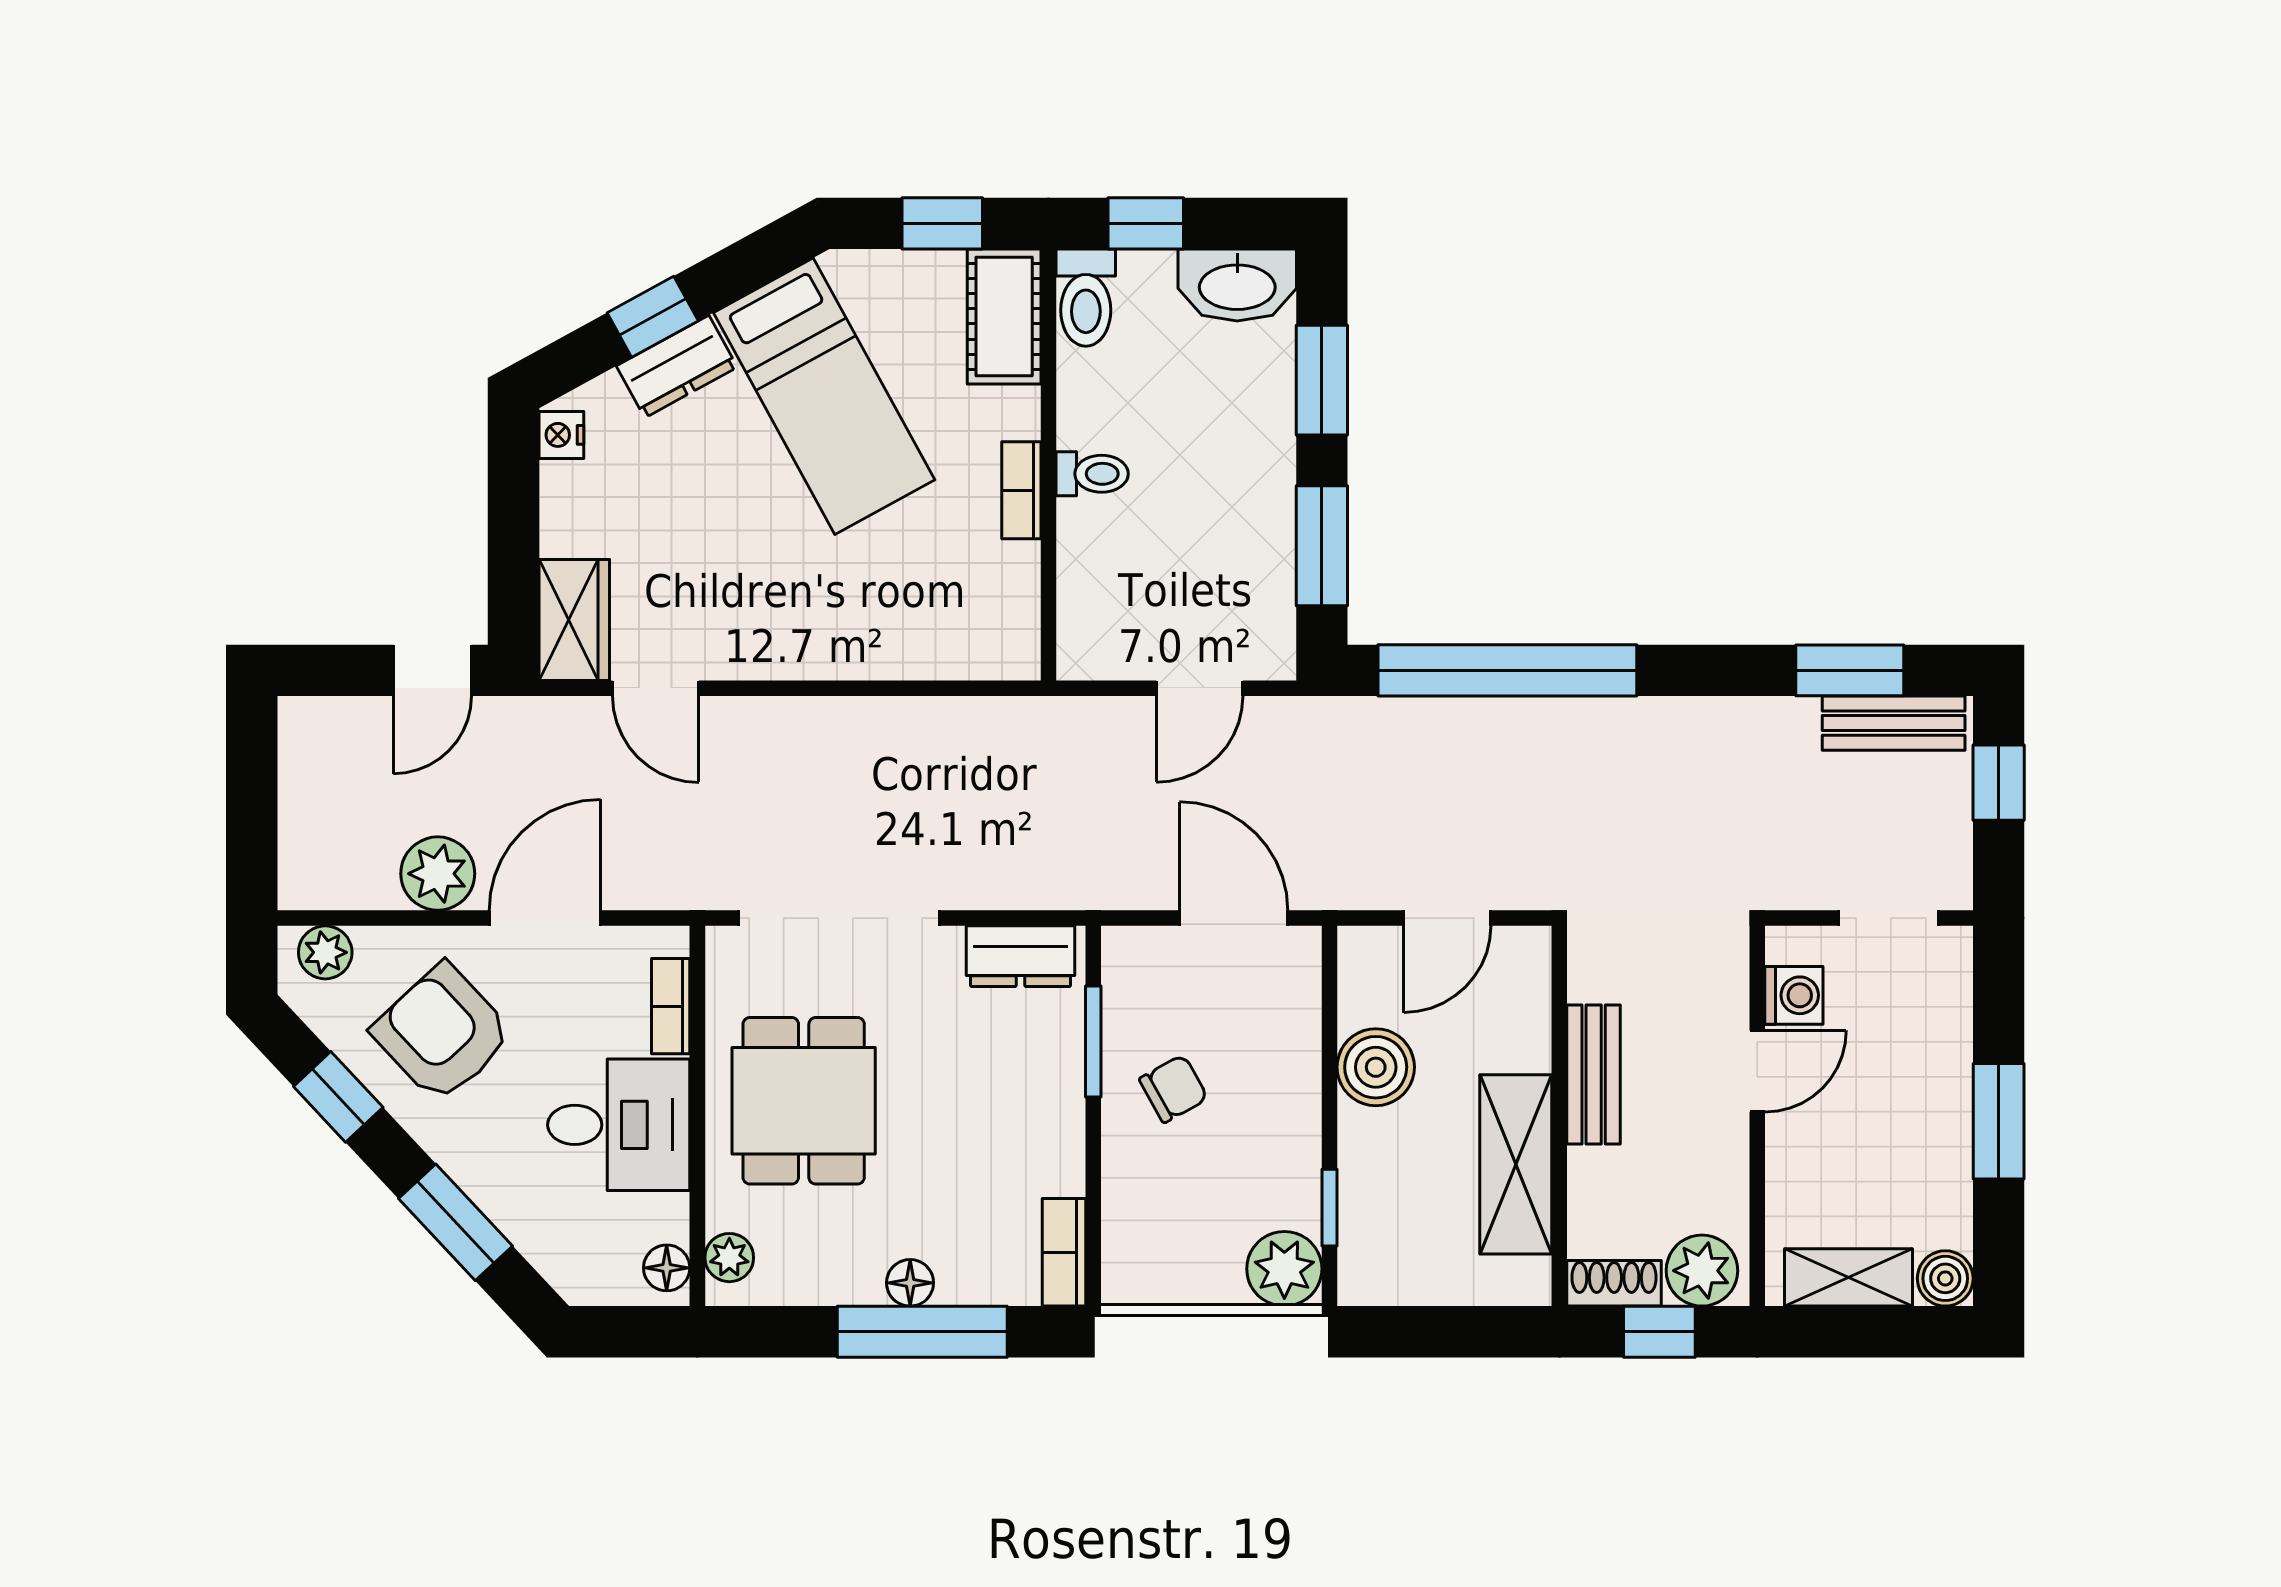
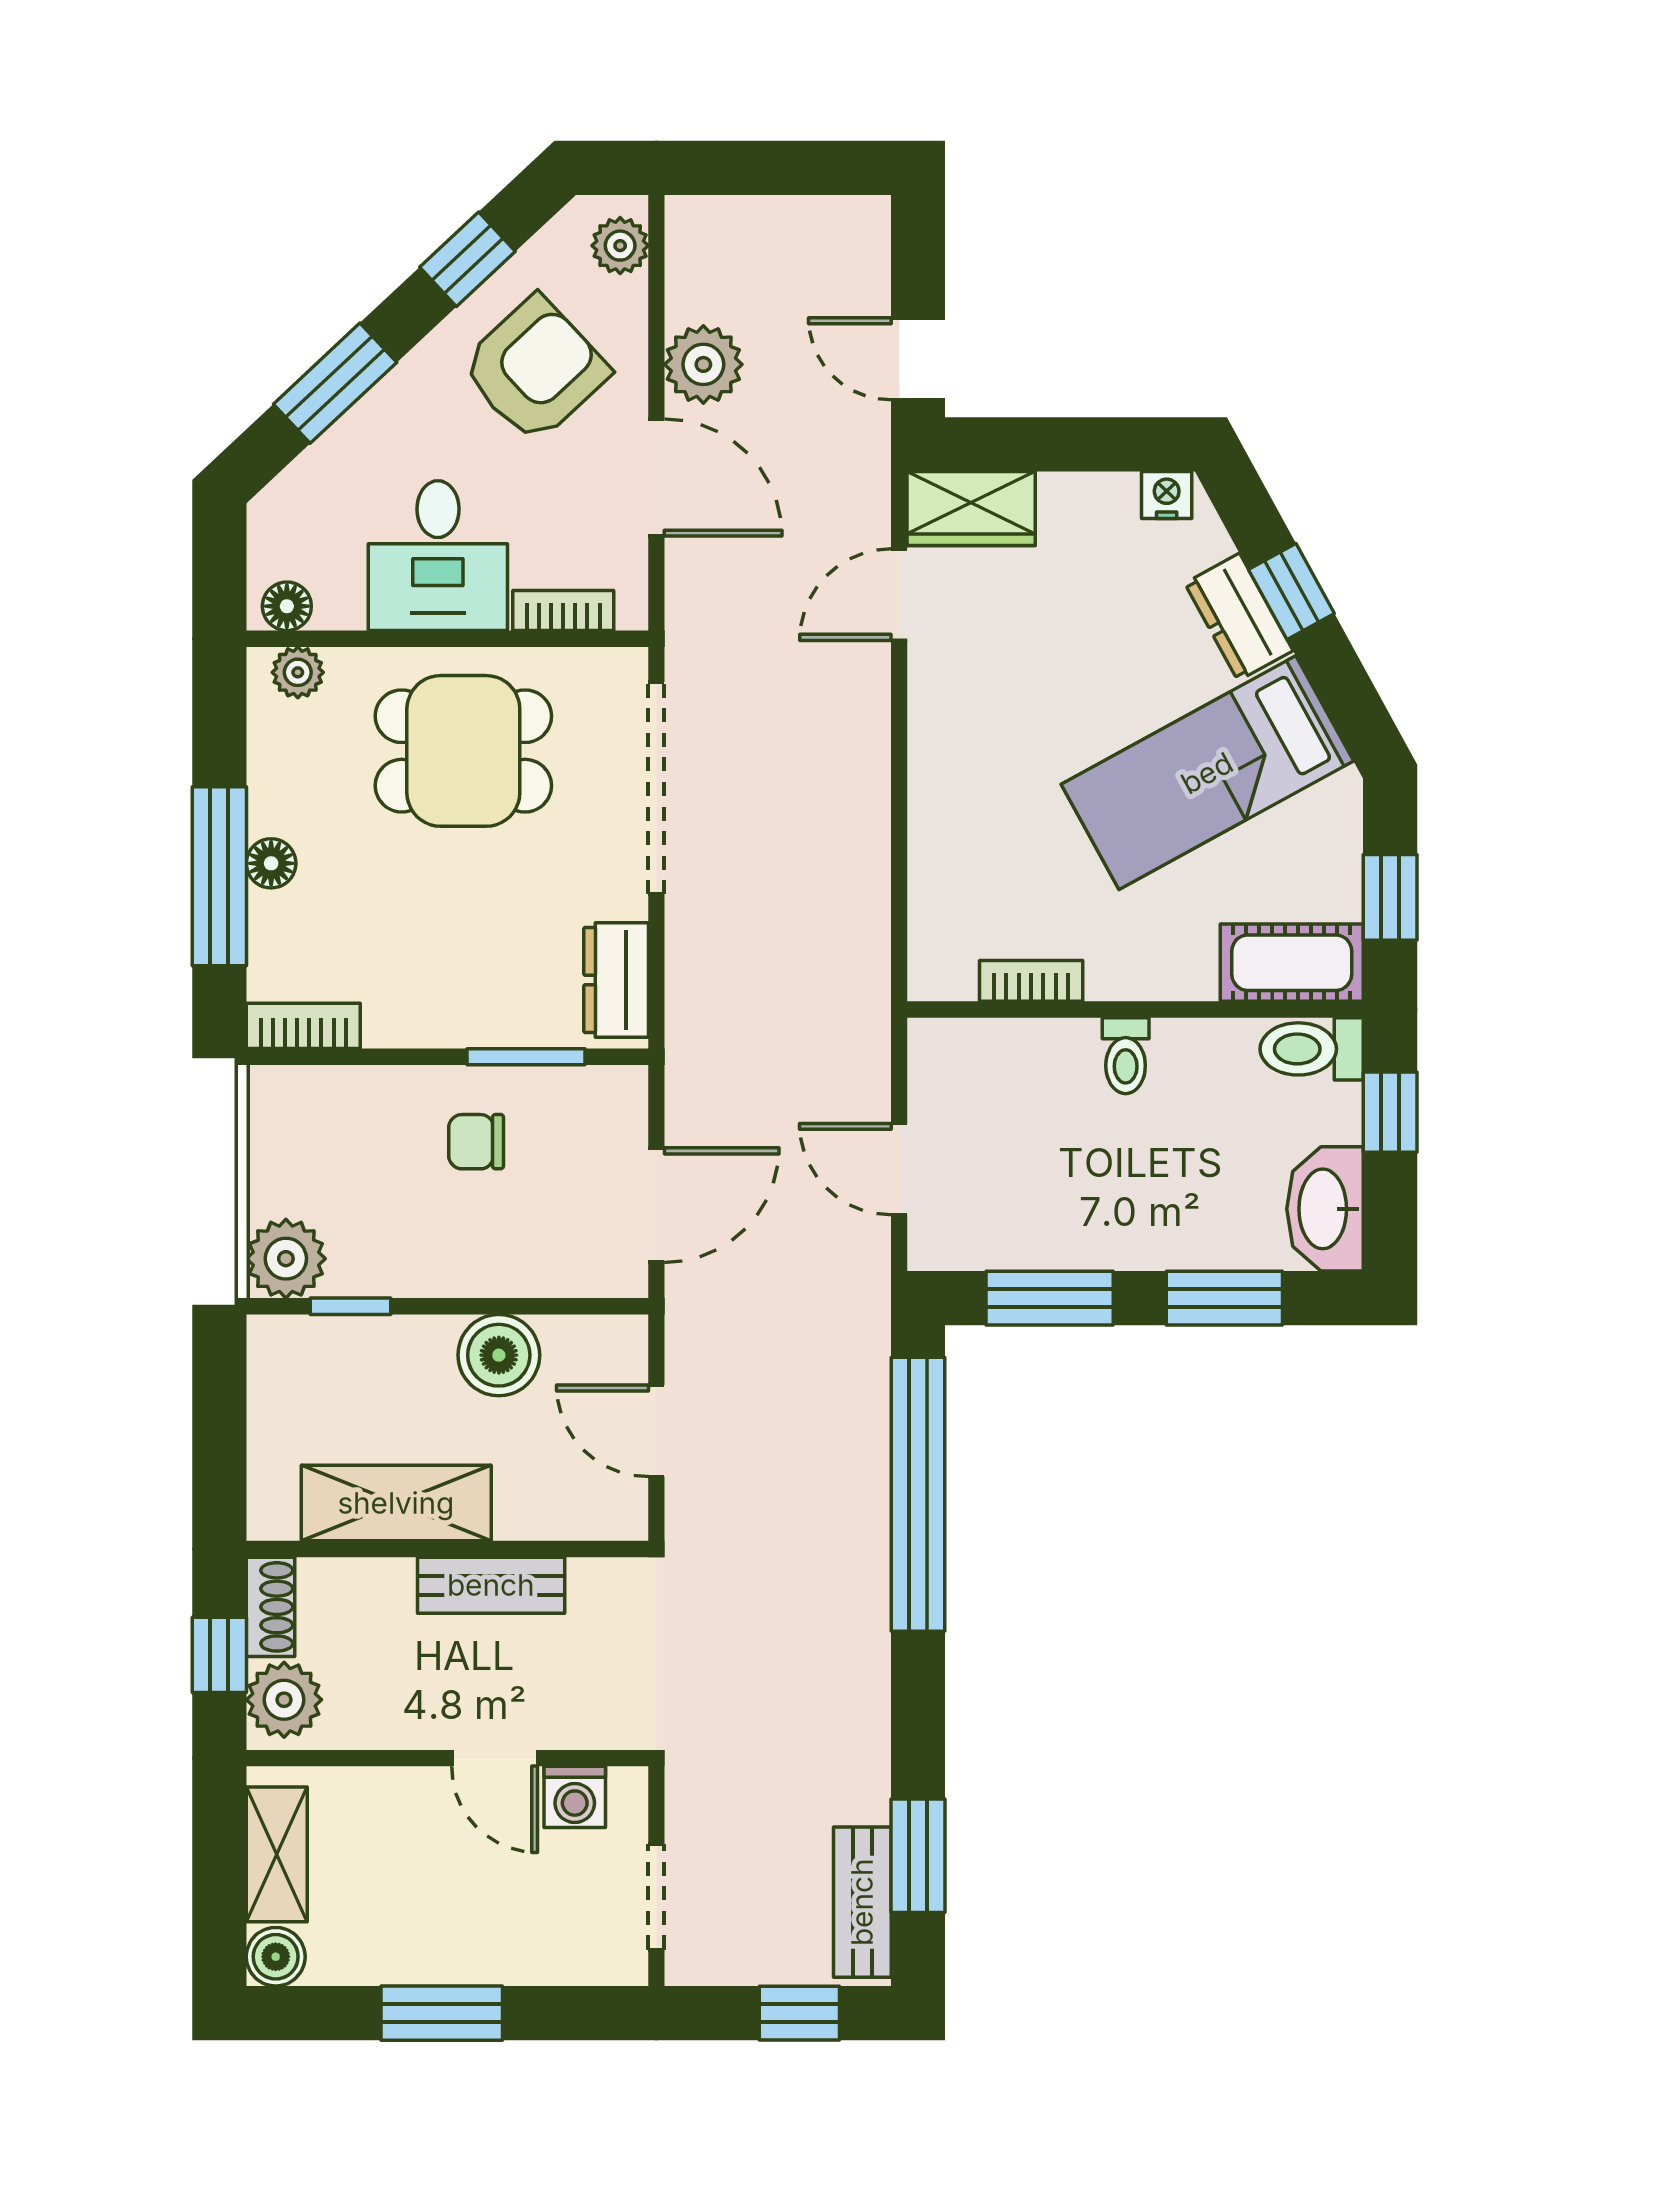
bookcase: (1021, 490) -> (1031, 981), moved
chair: (1174, 1089) -> (476, 1142), turned 119

